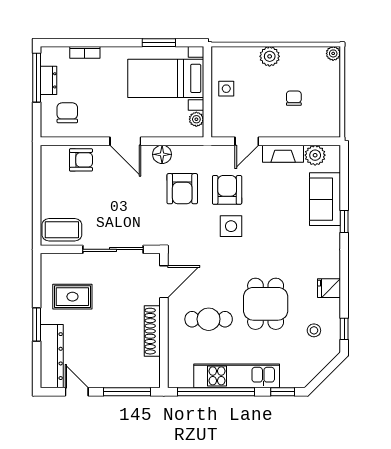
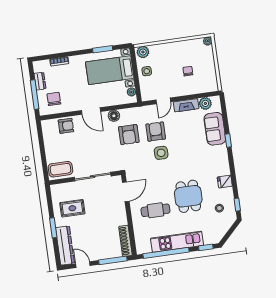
plant: (270, 56) -> (143, 52), moved
window: (37, 78) -> (35, 95), moved
shoe rack: (152, 331) -> (125, 241), moved

